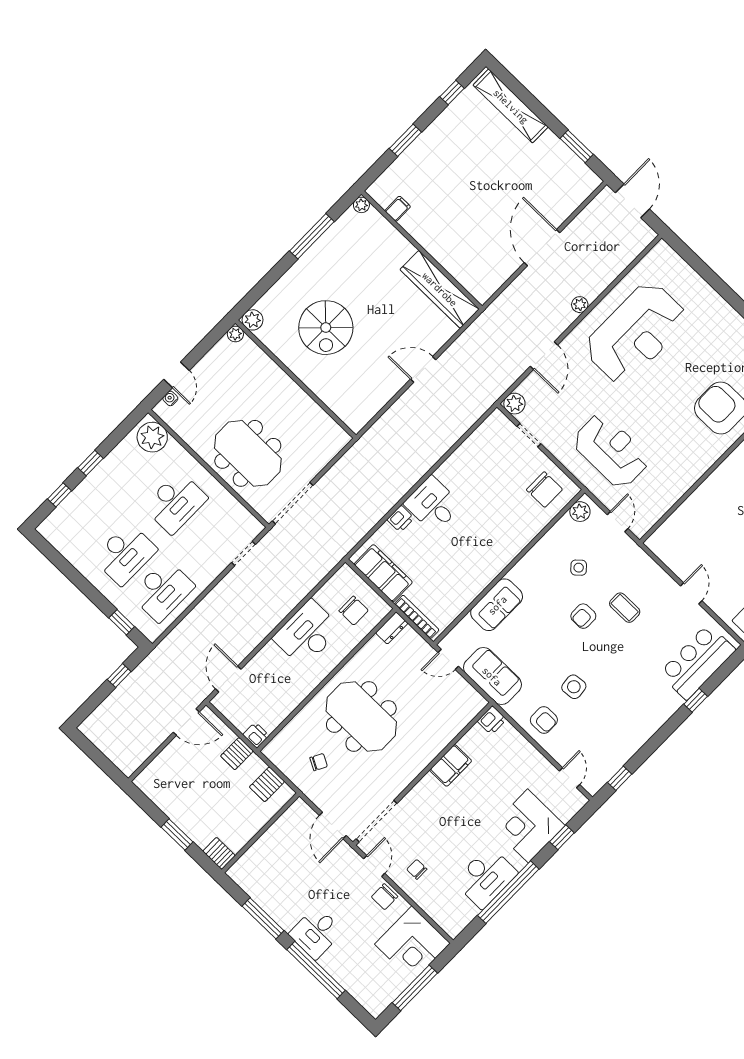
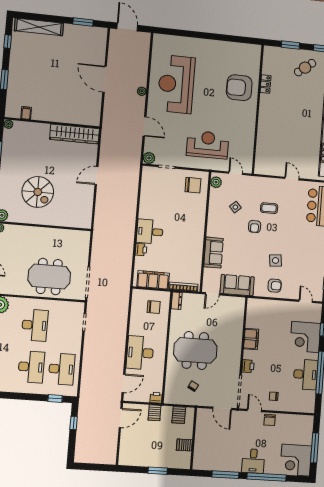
reception desk: (636, 333) -> (176, 84), turned 180
desk: (307, 633) -> (140, 353), moved
door: (228, 679) -> (123, 383), swing flipped
printer: (492, 720) -> (248, 366), moved
server rack: (219, 854) -> (184, 445), moved
corner desk: (412, 944) -> (296, 460), moved, turned 90

